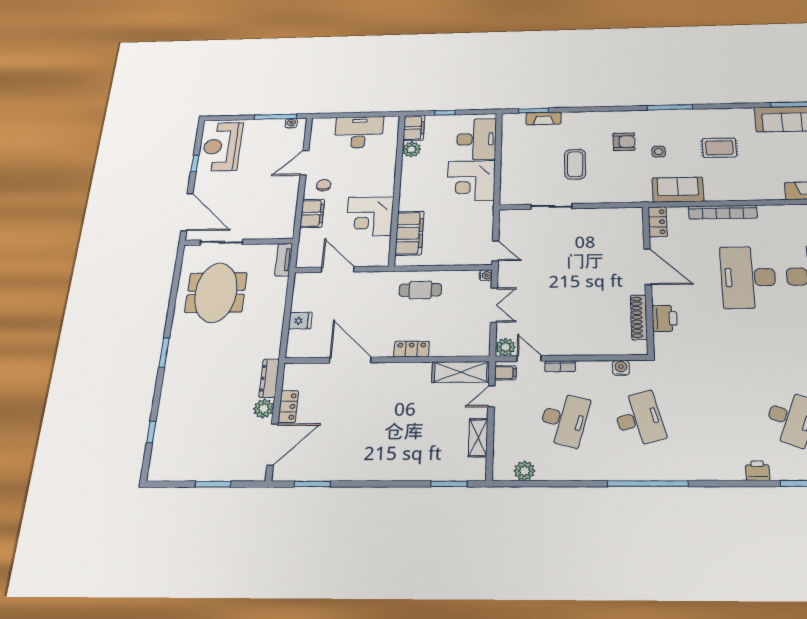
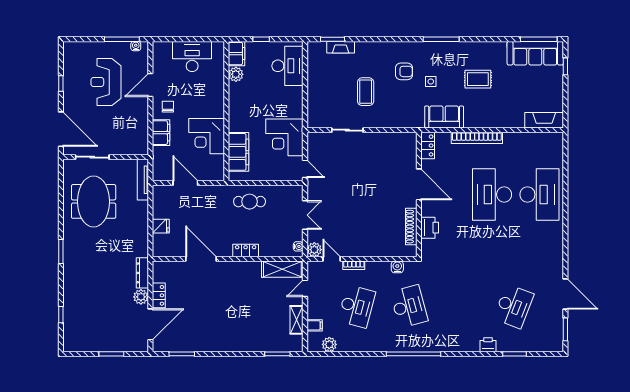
reception desk: (222, 147) -> (106, 82), moved
corner desk: (471, 181) -> (284, 137), moved
tv unit: (284, 260) -> (143, 180), width x1.41
water cooler: (486, 275) -> (298, 246), moved
filing cabinet: (505, 373) -> (315, 325), moved

